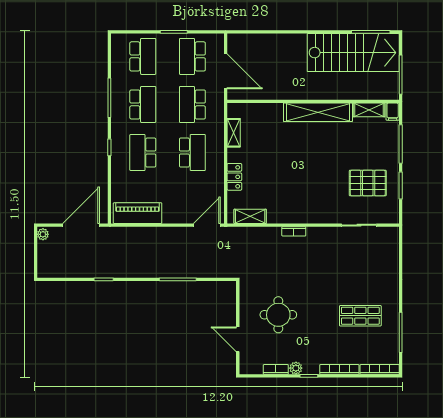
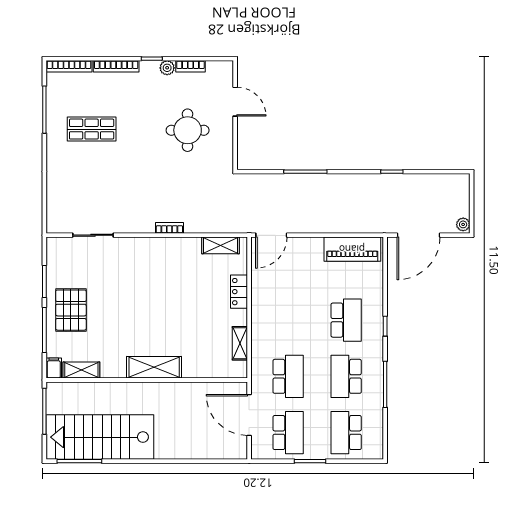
shelving: (318, 112) -> (154, 367), width x0.68
school desk: (192, 153) -> (288, 320), removed
pallet: (368, 183) -> (71, 310), moved, turned 90

